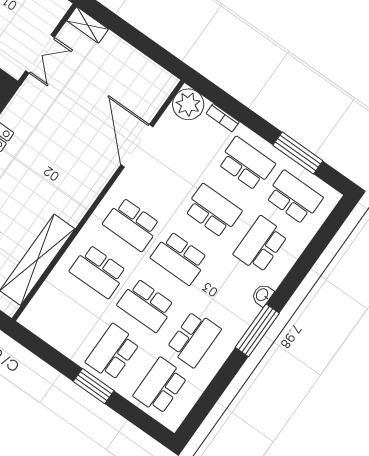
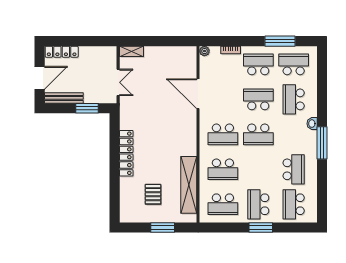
plant: (188, 104) -> (204, 51), width x0.53, depth x0.53
school desk: (146, 305) -> (223, 204), moved

